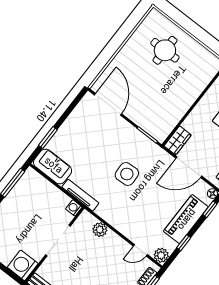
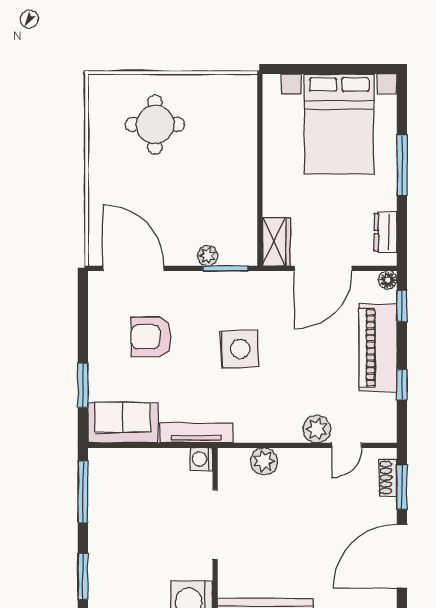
plant: (144, 124) -> (208, 256), added
armchair: (93, 139) -> (151, 337), added
plant: (161, 255) -> (317, 429), moved

